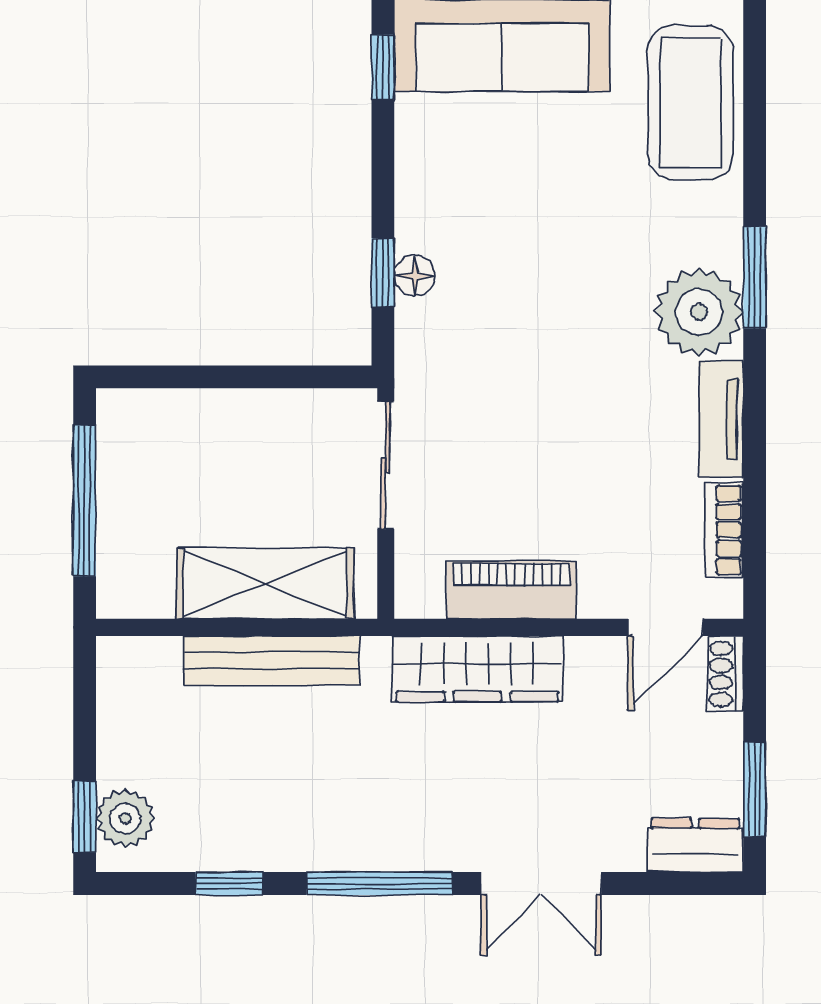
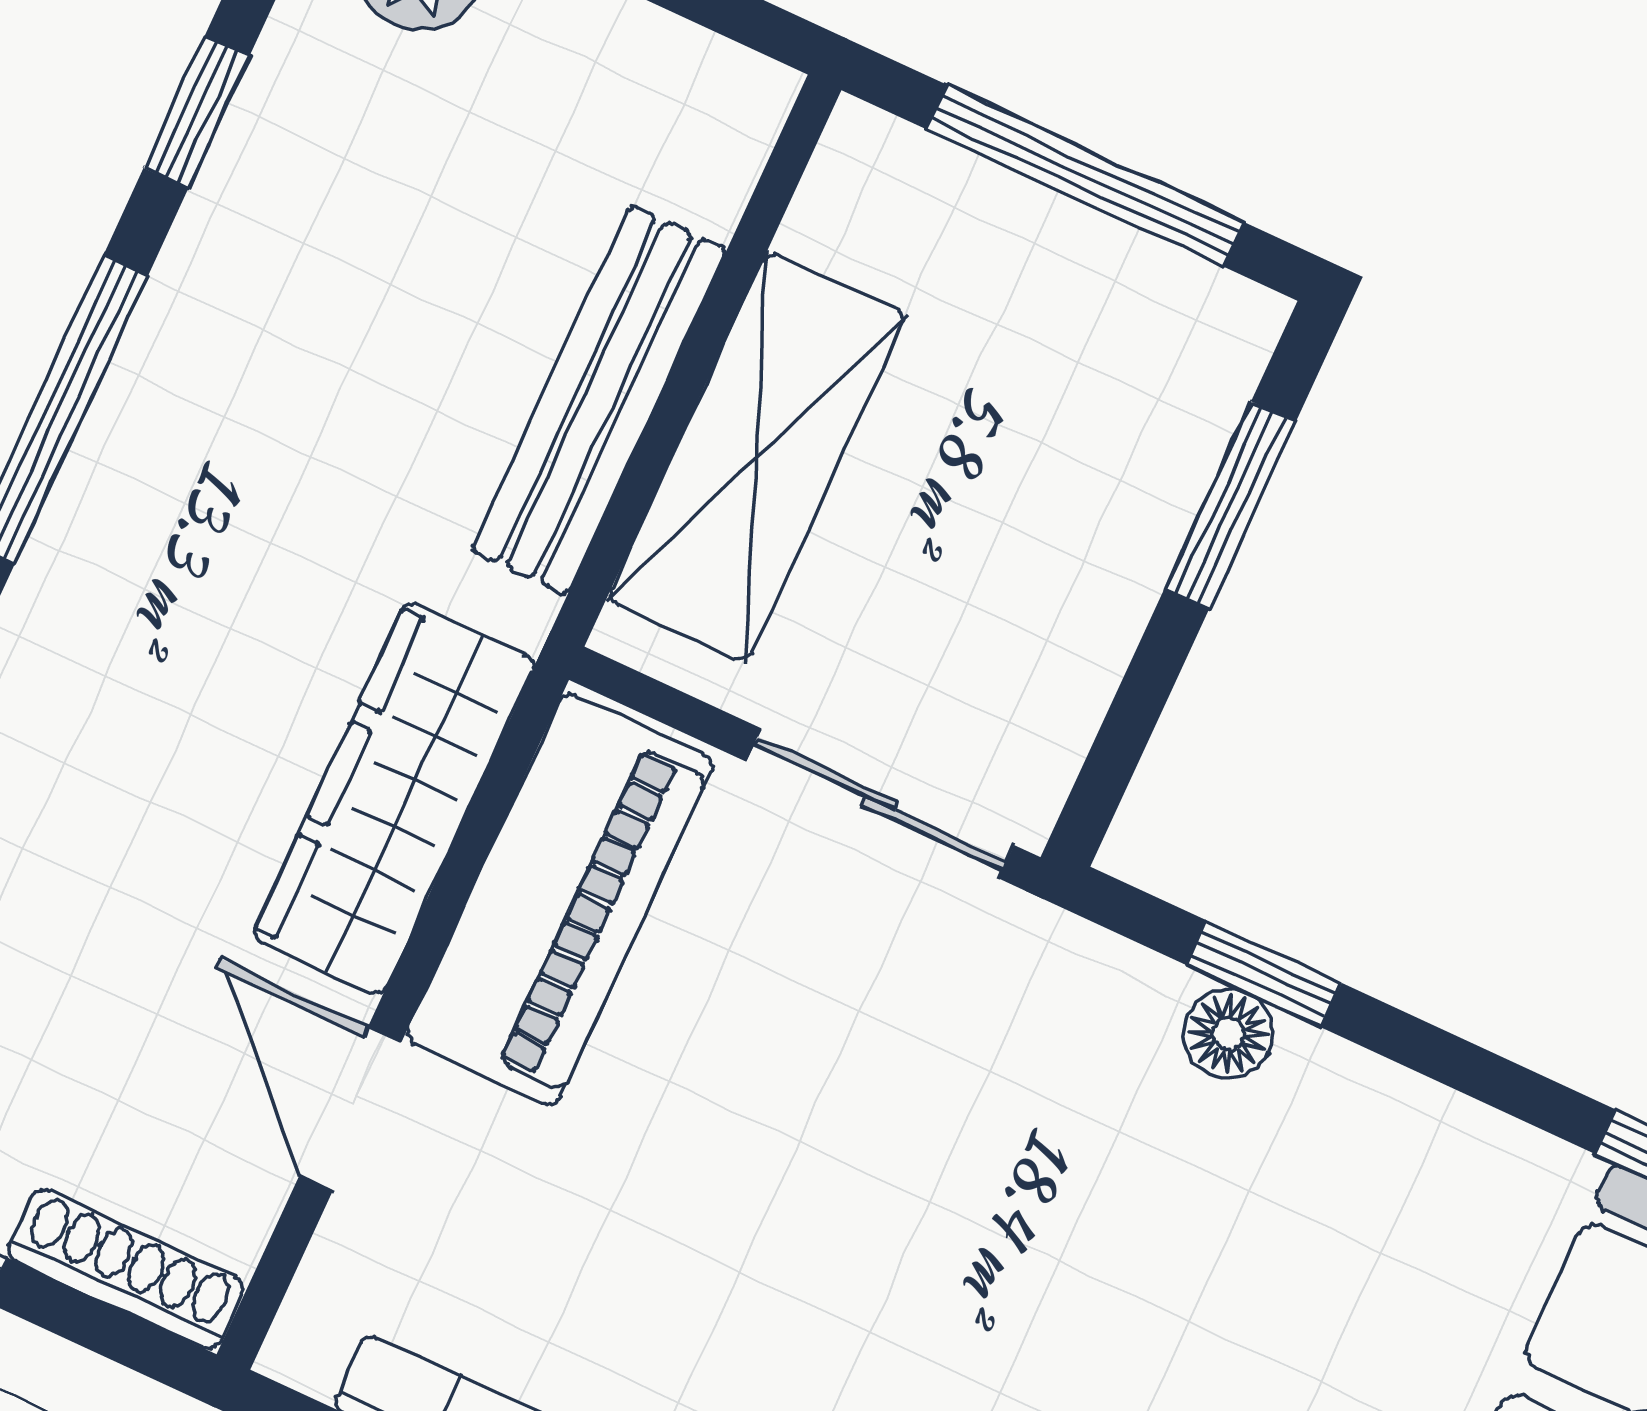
window: (194, 377) -> (1230, 505), added
piano: (511, 590) -> (559, 900), width x1.37, depth x1.33
door: (666, 627) -> (350, 1109), moved
shoe rack: (725, 674) -> (126, 1269), width x1.43

